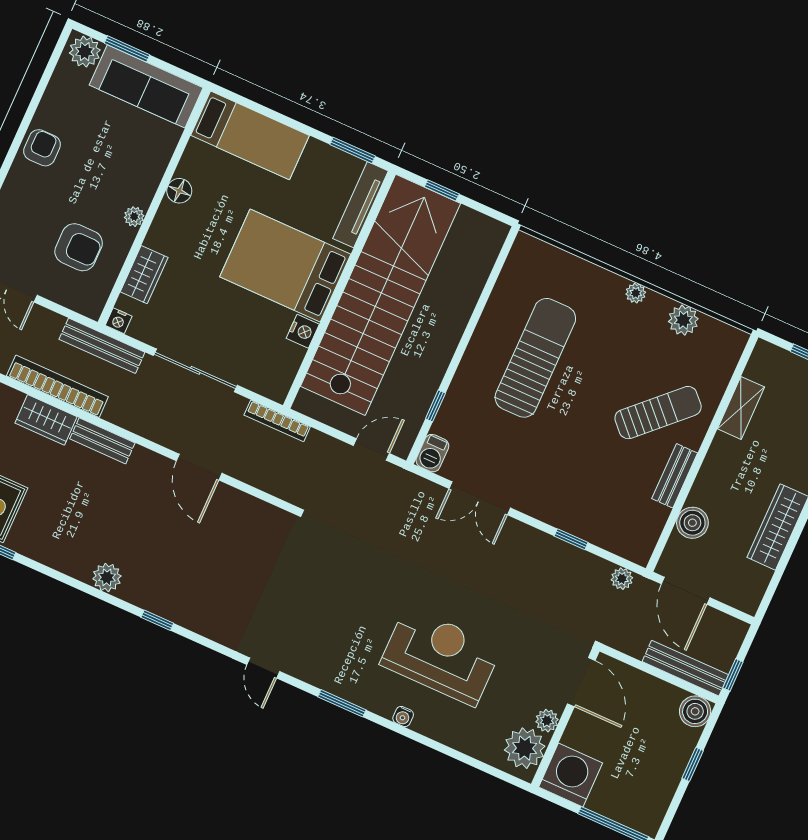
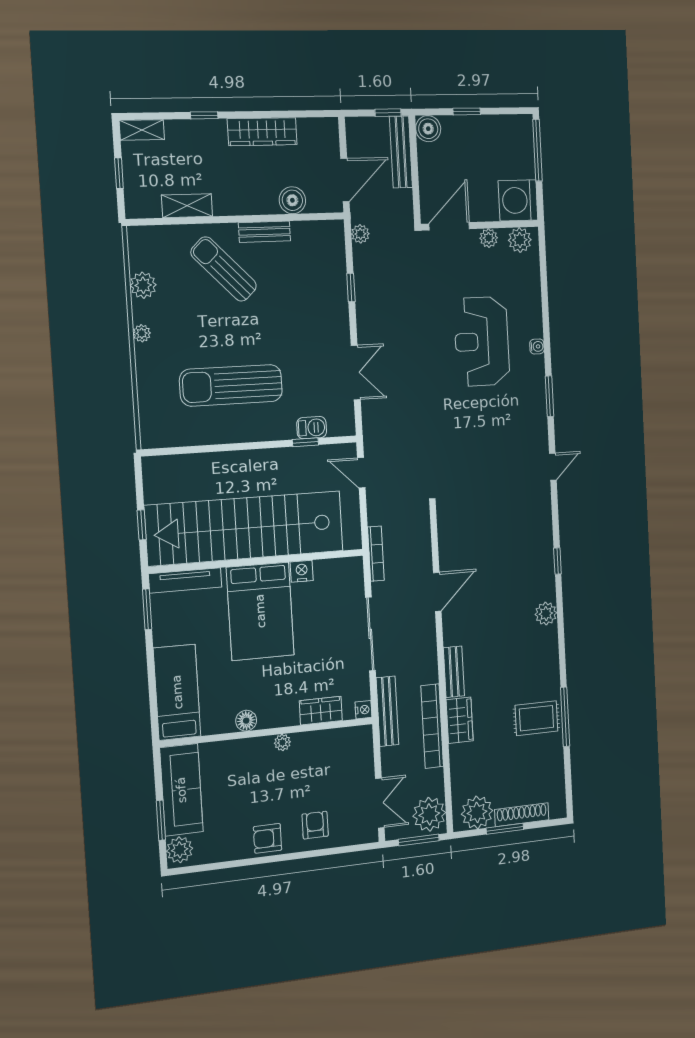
armchair: (79, 247) -> (315, 825), moved, width x0.72, depth x0.72
barbecue: (432, 453) -> (312, 428), moved
plant: (525, 748) -> (520, 240), width x0.73, depth x0.73

